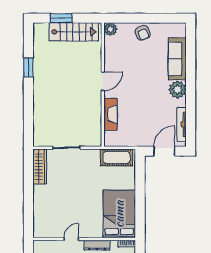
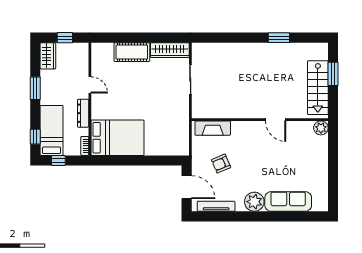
armchair: (143, 33) -> (221, 164), moved
door: (103, 81) -> (276, 120), moved
fireplace: (111, 114) -> (213, 128), moved
cot: (116, 157) -> (132, 52), moved, turned 90

